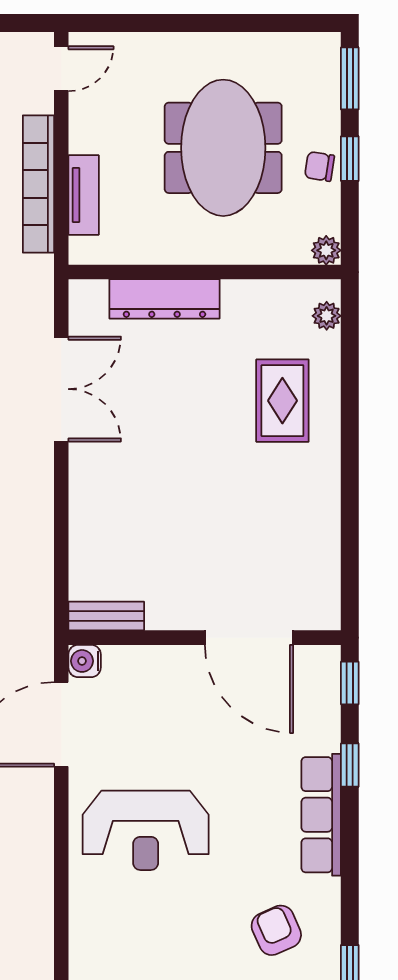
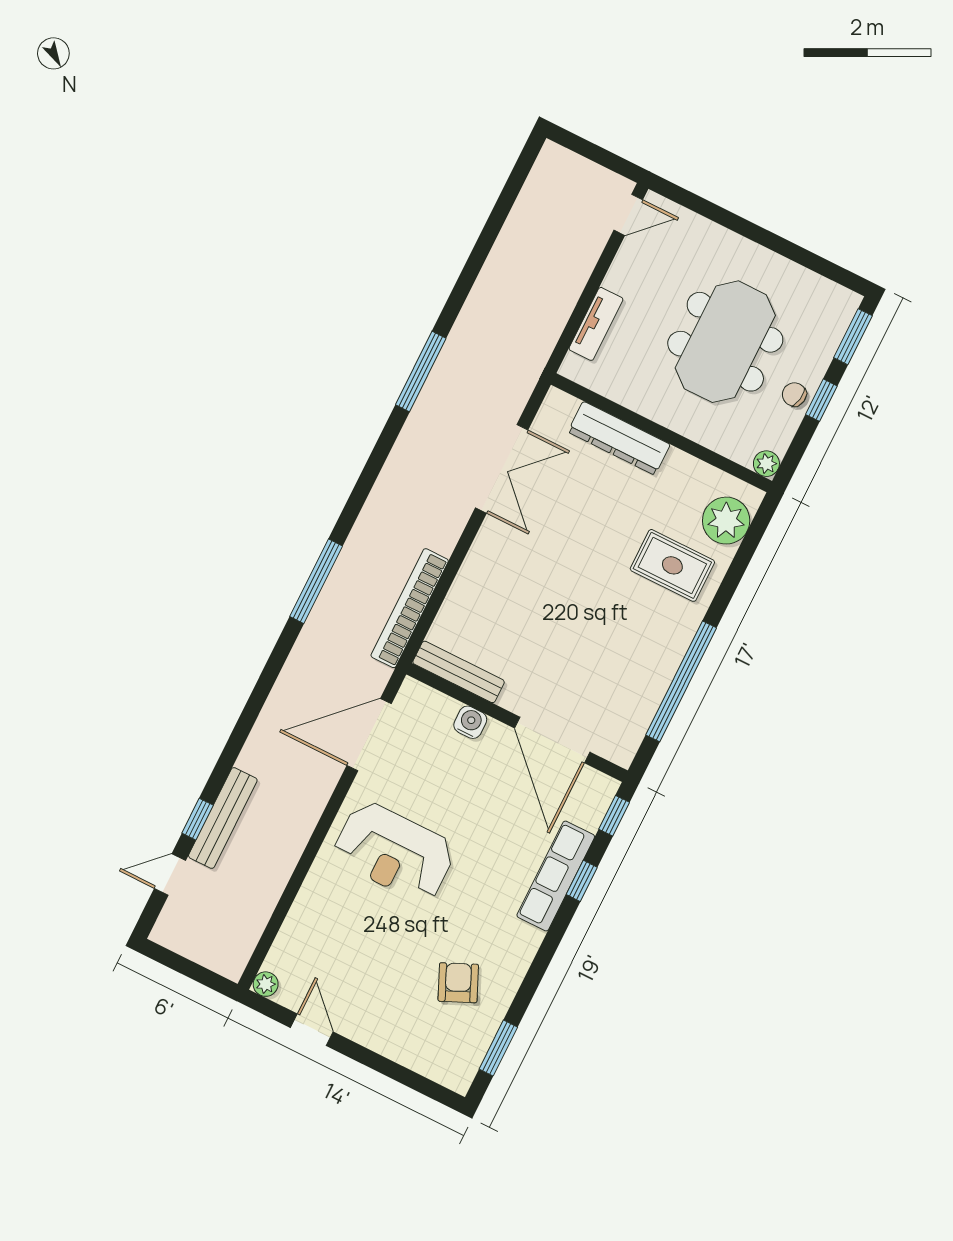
bookcase: (38, 184) -> (410, 608), moved
plant: (327, 316) -> (726, 521), width x1.88, depth x1.88
rug: (282, 401) -> (672, 565), turned 90
window: (350, 513) -> (681, 681), added
bench: (106, 616) -> (459, 672), width x1.36
water cooler: (85, 661) -> (470, 722), moved, turned 90
row of seats: (321, 815) -> (556, 876), moved

